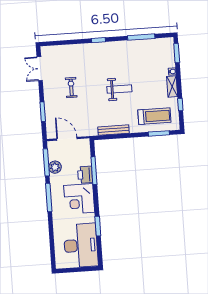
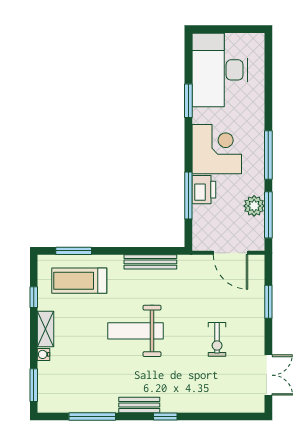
bench: (114, 46) -> (139, 405), added
weight bench: (119, 89) -> (135, 331), width x1.36, depth x1.33

